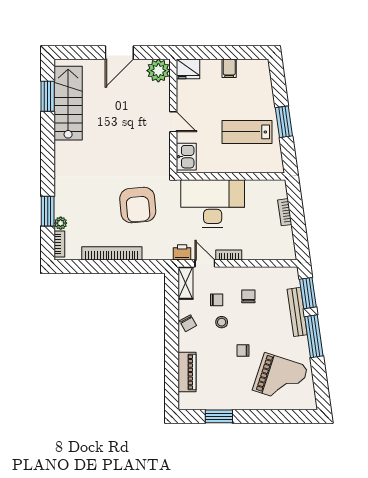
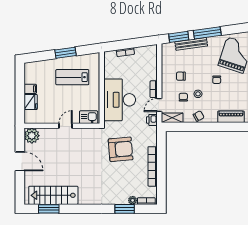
fridge: (188, 69) -> (31, 102), moved
lab bench: (247, 132) -> (72, 77), turned 90

